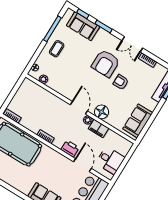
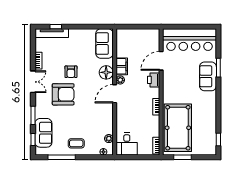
sofa: (138, 121) -> (104, 44), moved, turned 90
desk: (110, 160) -> (127, 144), moved, turned 180

